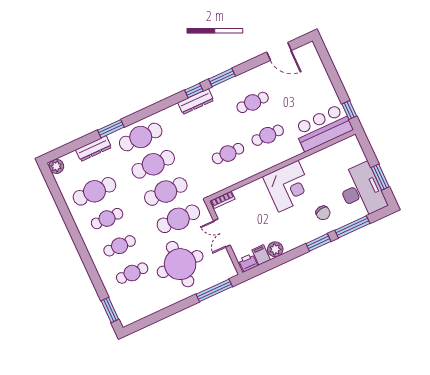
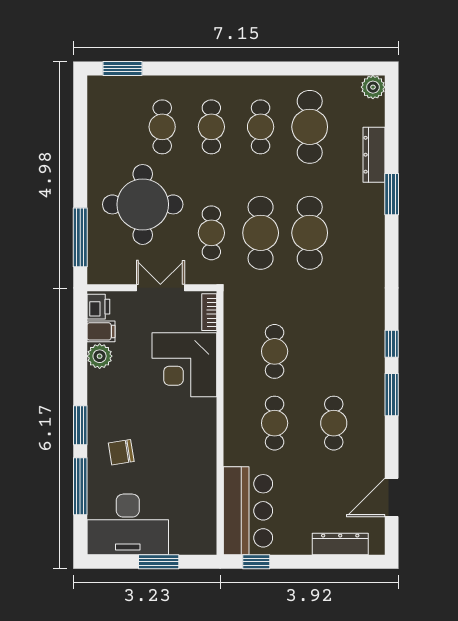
dresser: (196, 102) -> (340, 544), moved, turned 90
cafe table: (141, 137) -> (359, 233), removed
window: (380, 177) -> (159, 562), moved
corner desk: (288, 186) -> (184, 365), moved
cafe table: (178, 219) -> (211, 233), width x0.73, depth x0.74

